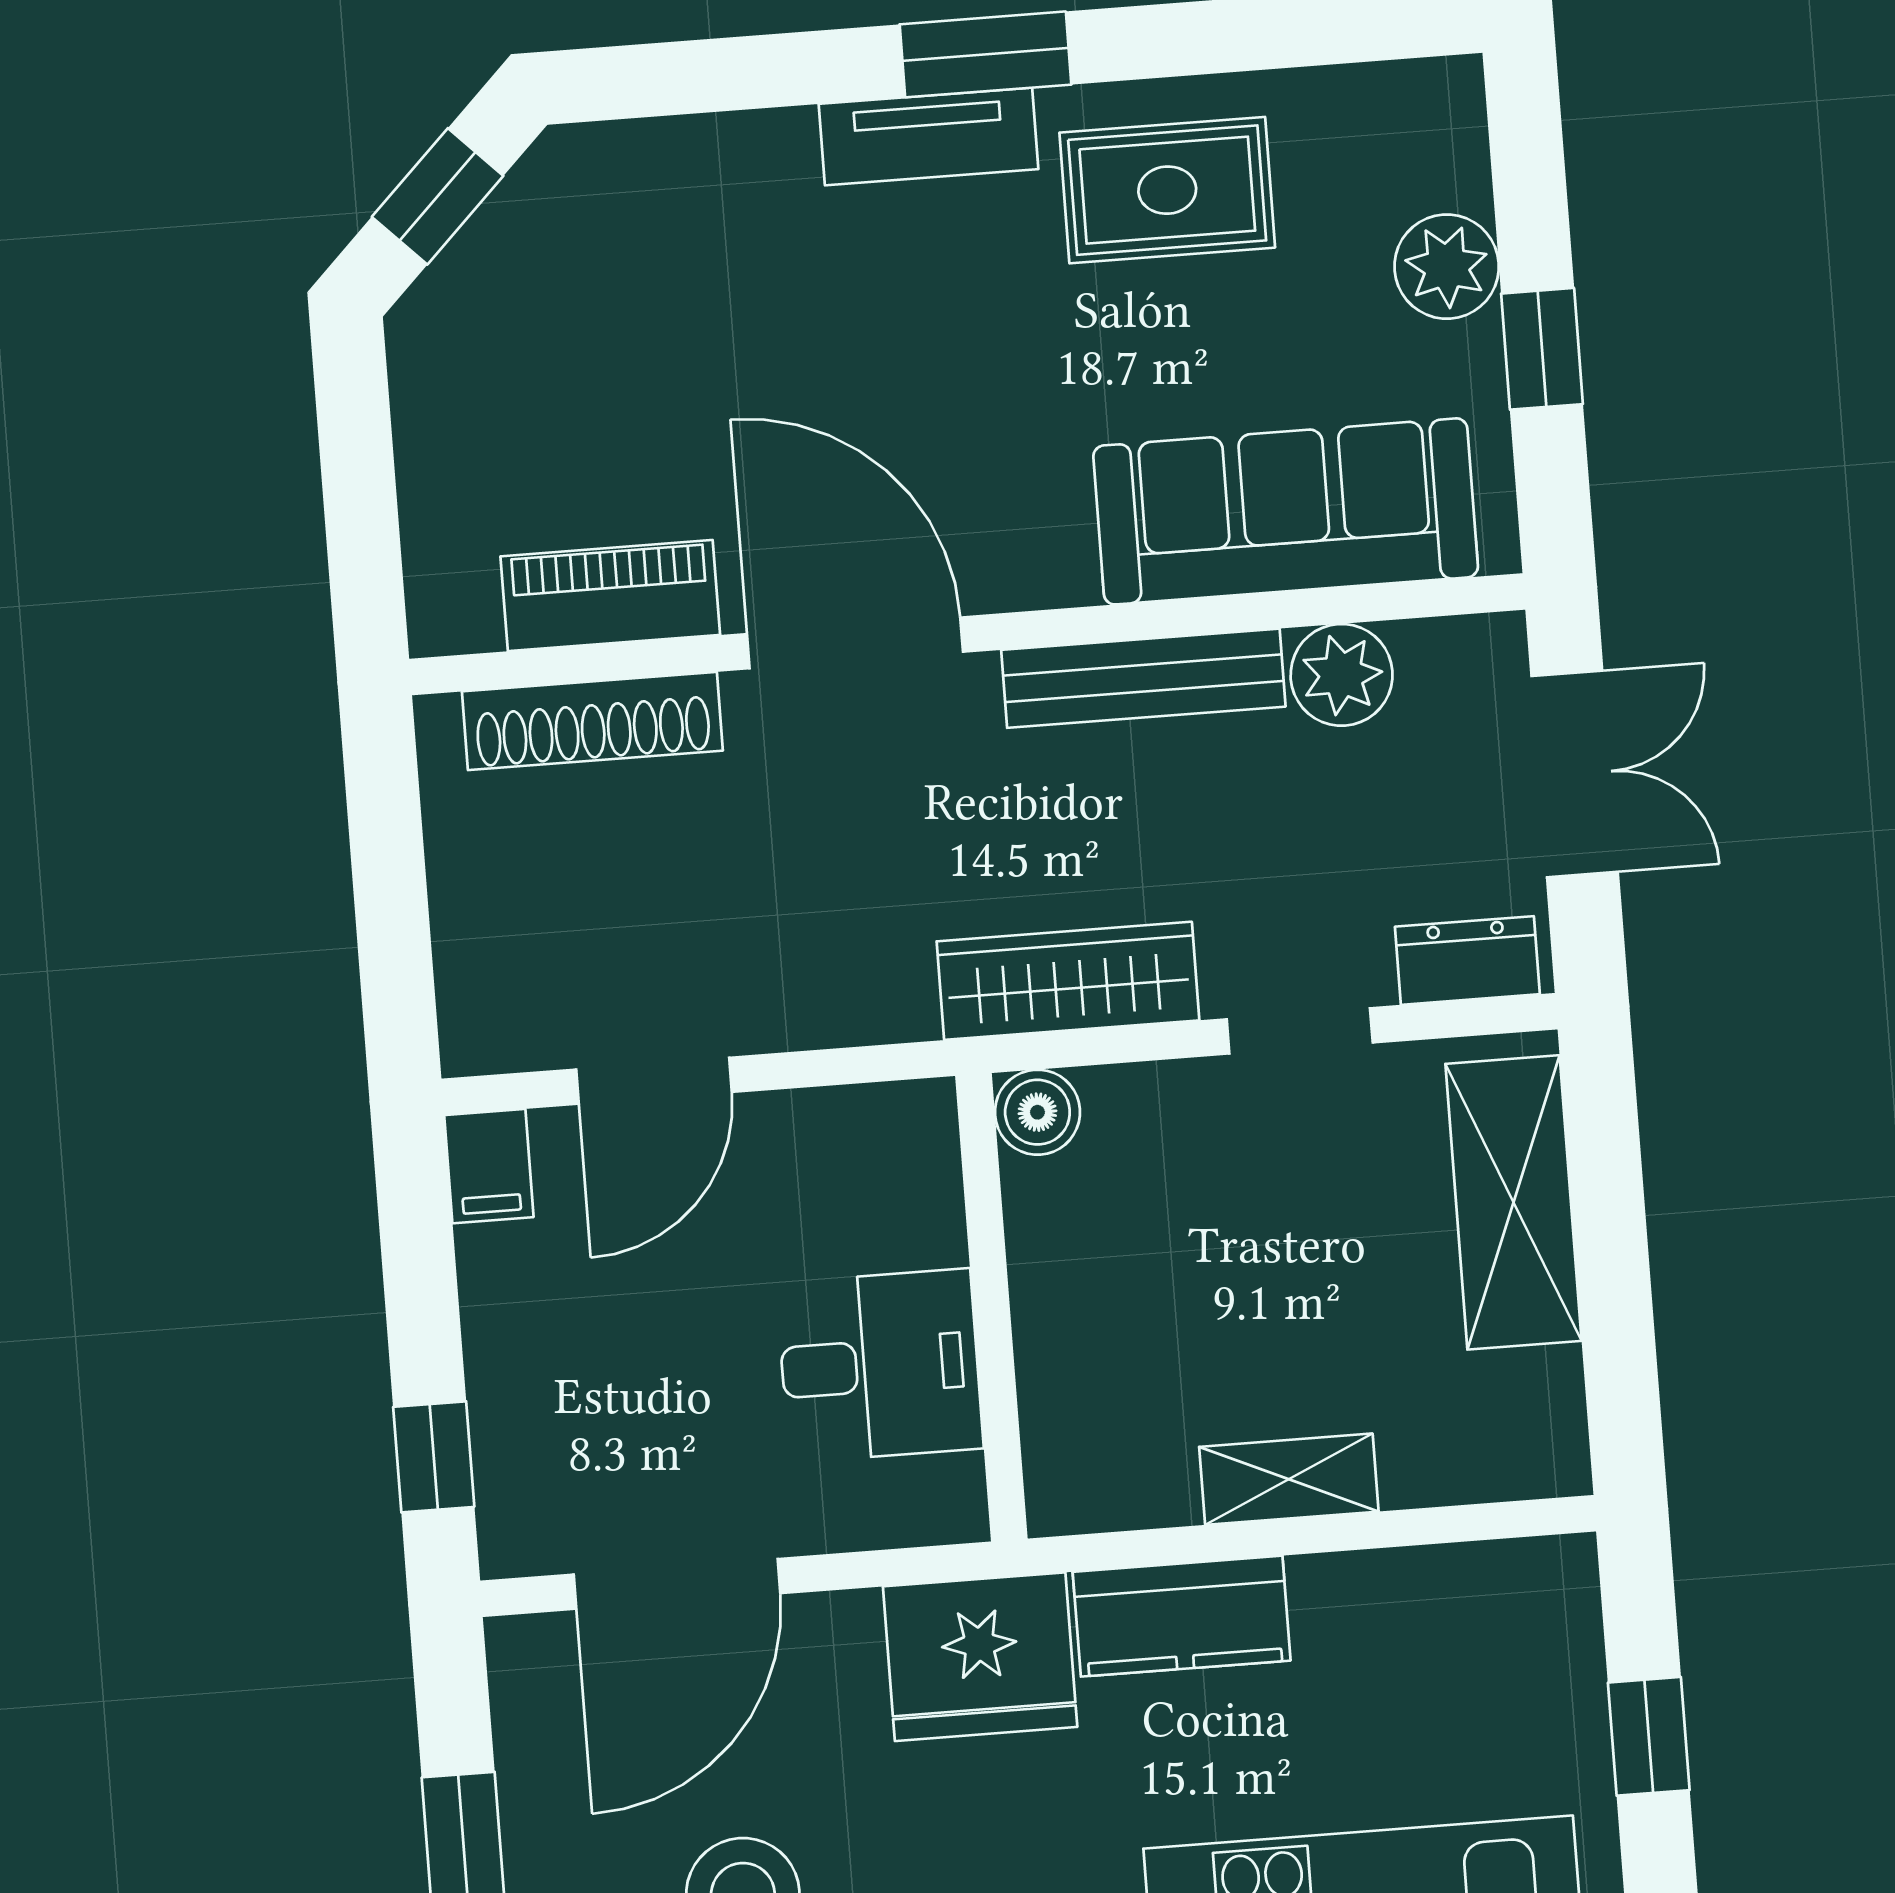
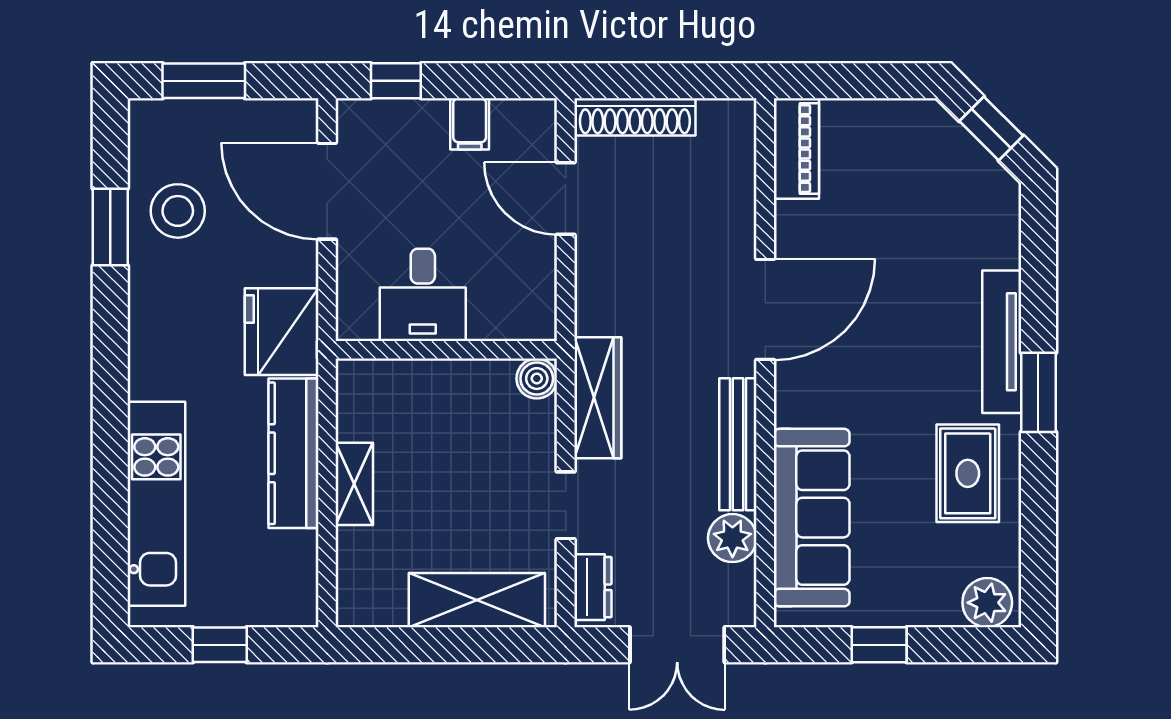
tv unit: (929, 136) -> (1002, 342), width x1.41
plant: (1447, 267) -> (987, 603), moved
piano: (610, 596) -> (796, 149), moved
shoe rack: (592, 721) -> (635, 117), moved, turned -90
filing cabinet: (489, 1166) -> (470, 124), moved, turned -90
kitchen counter: (1182, 1616) -> (293, 453), width x1.50

